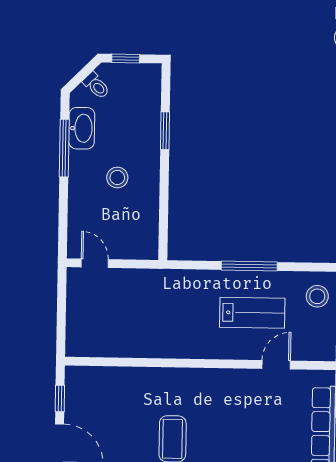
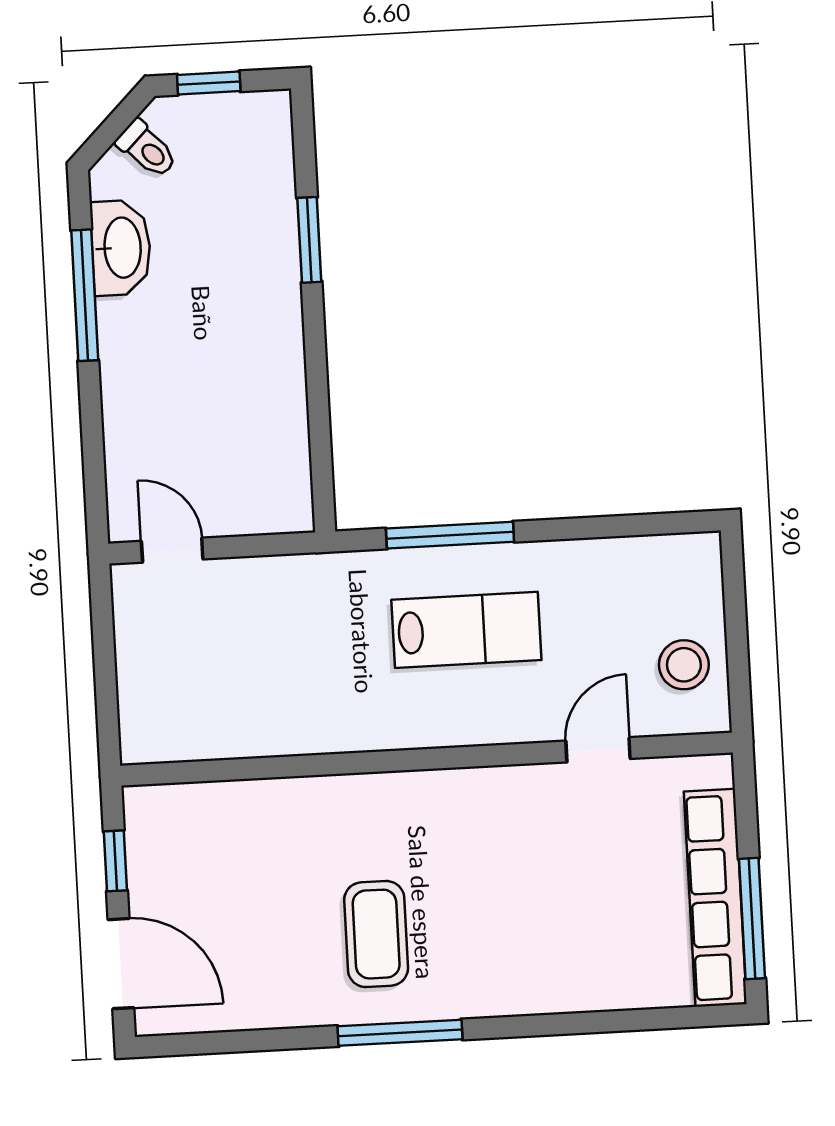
stool: (117, 177) -> (209, 353), removed
window: (249, 266) -> (450, 535), moved
stool: (317, 296) -> (684, 665), moved
lab bench: (252, 313) -> (466, 630), moved

